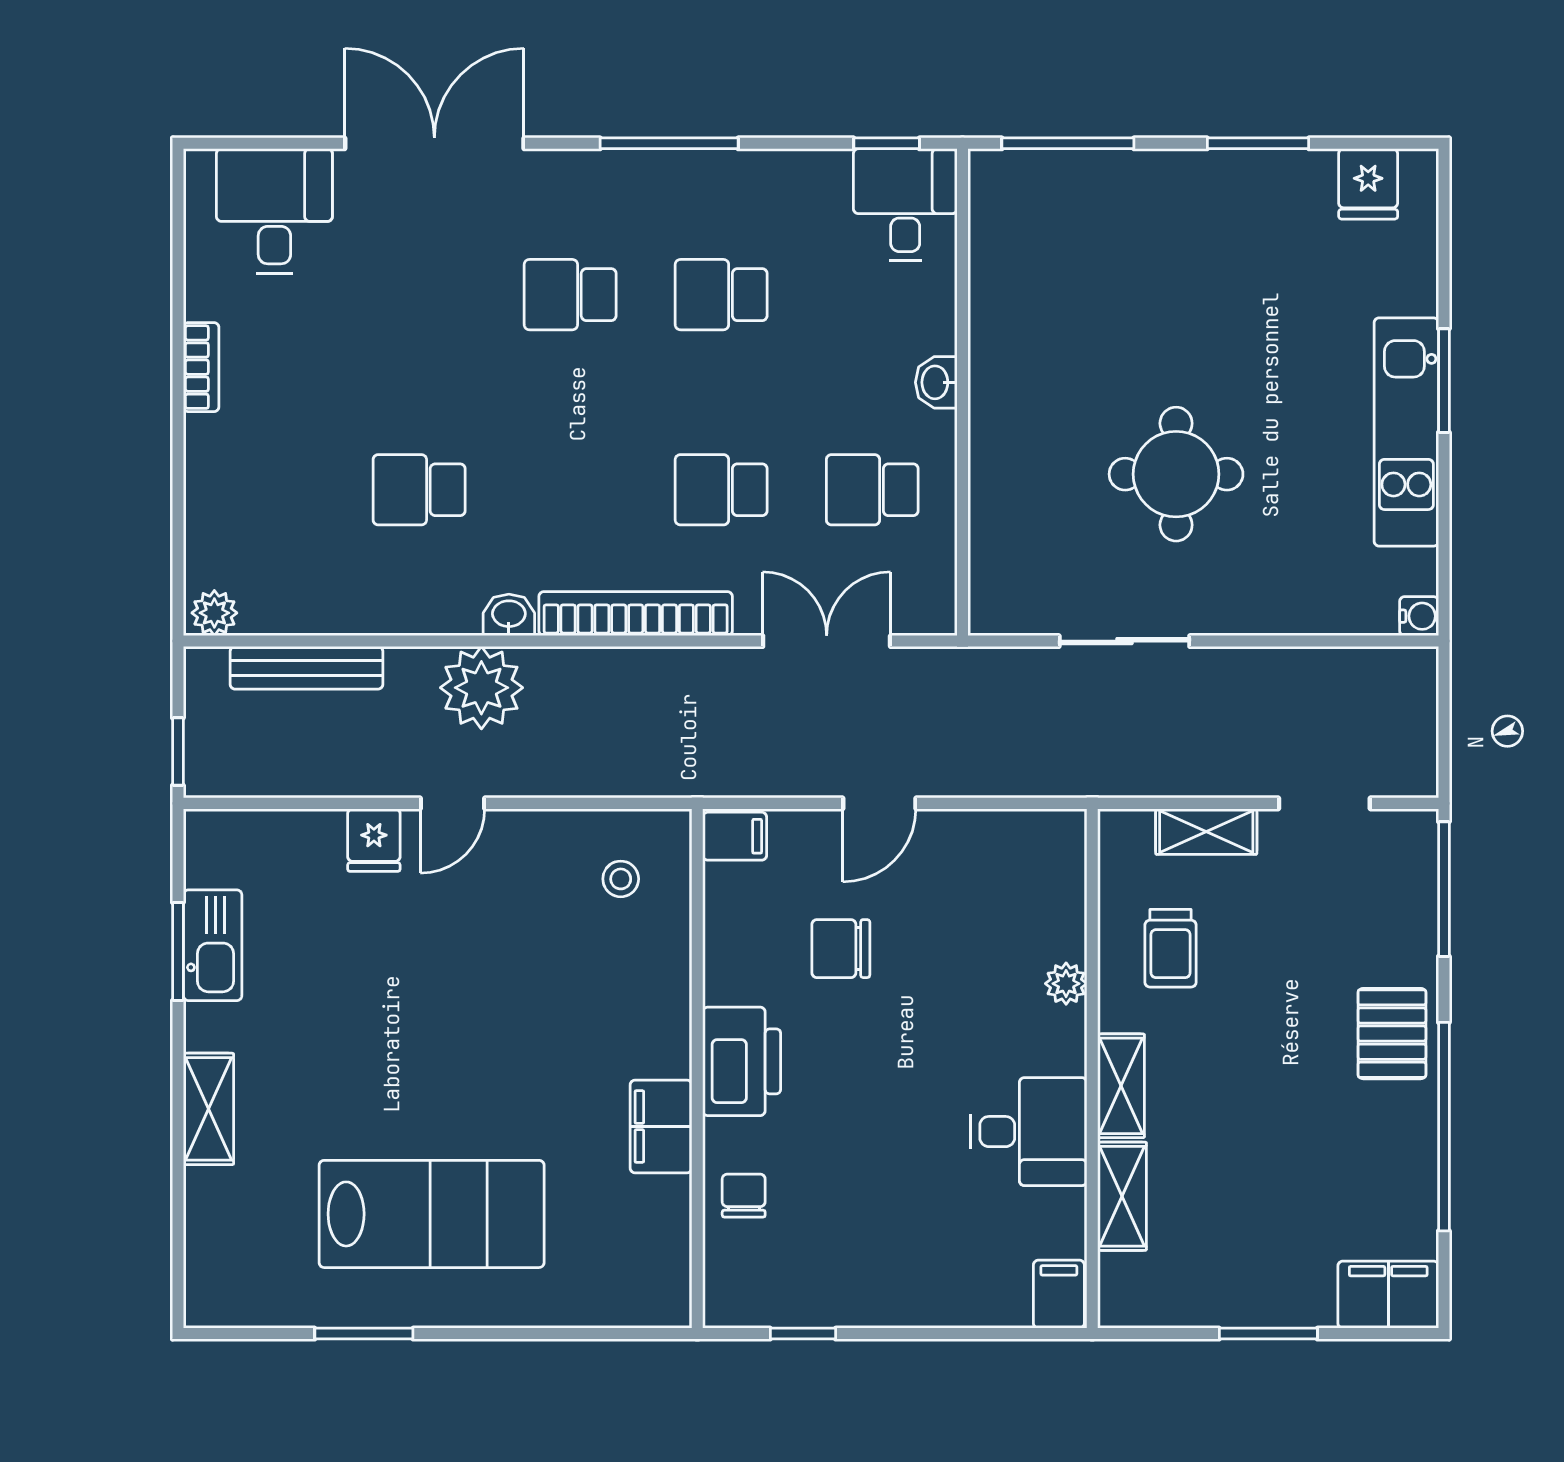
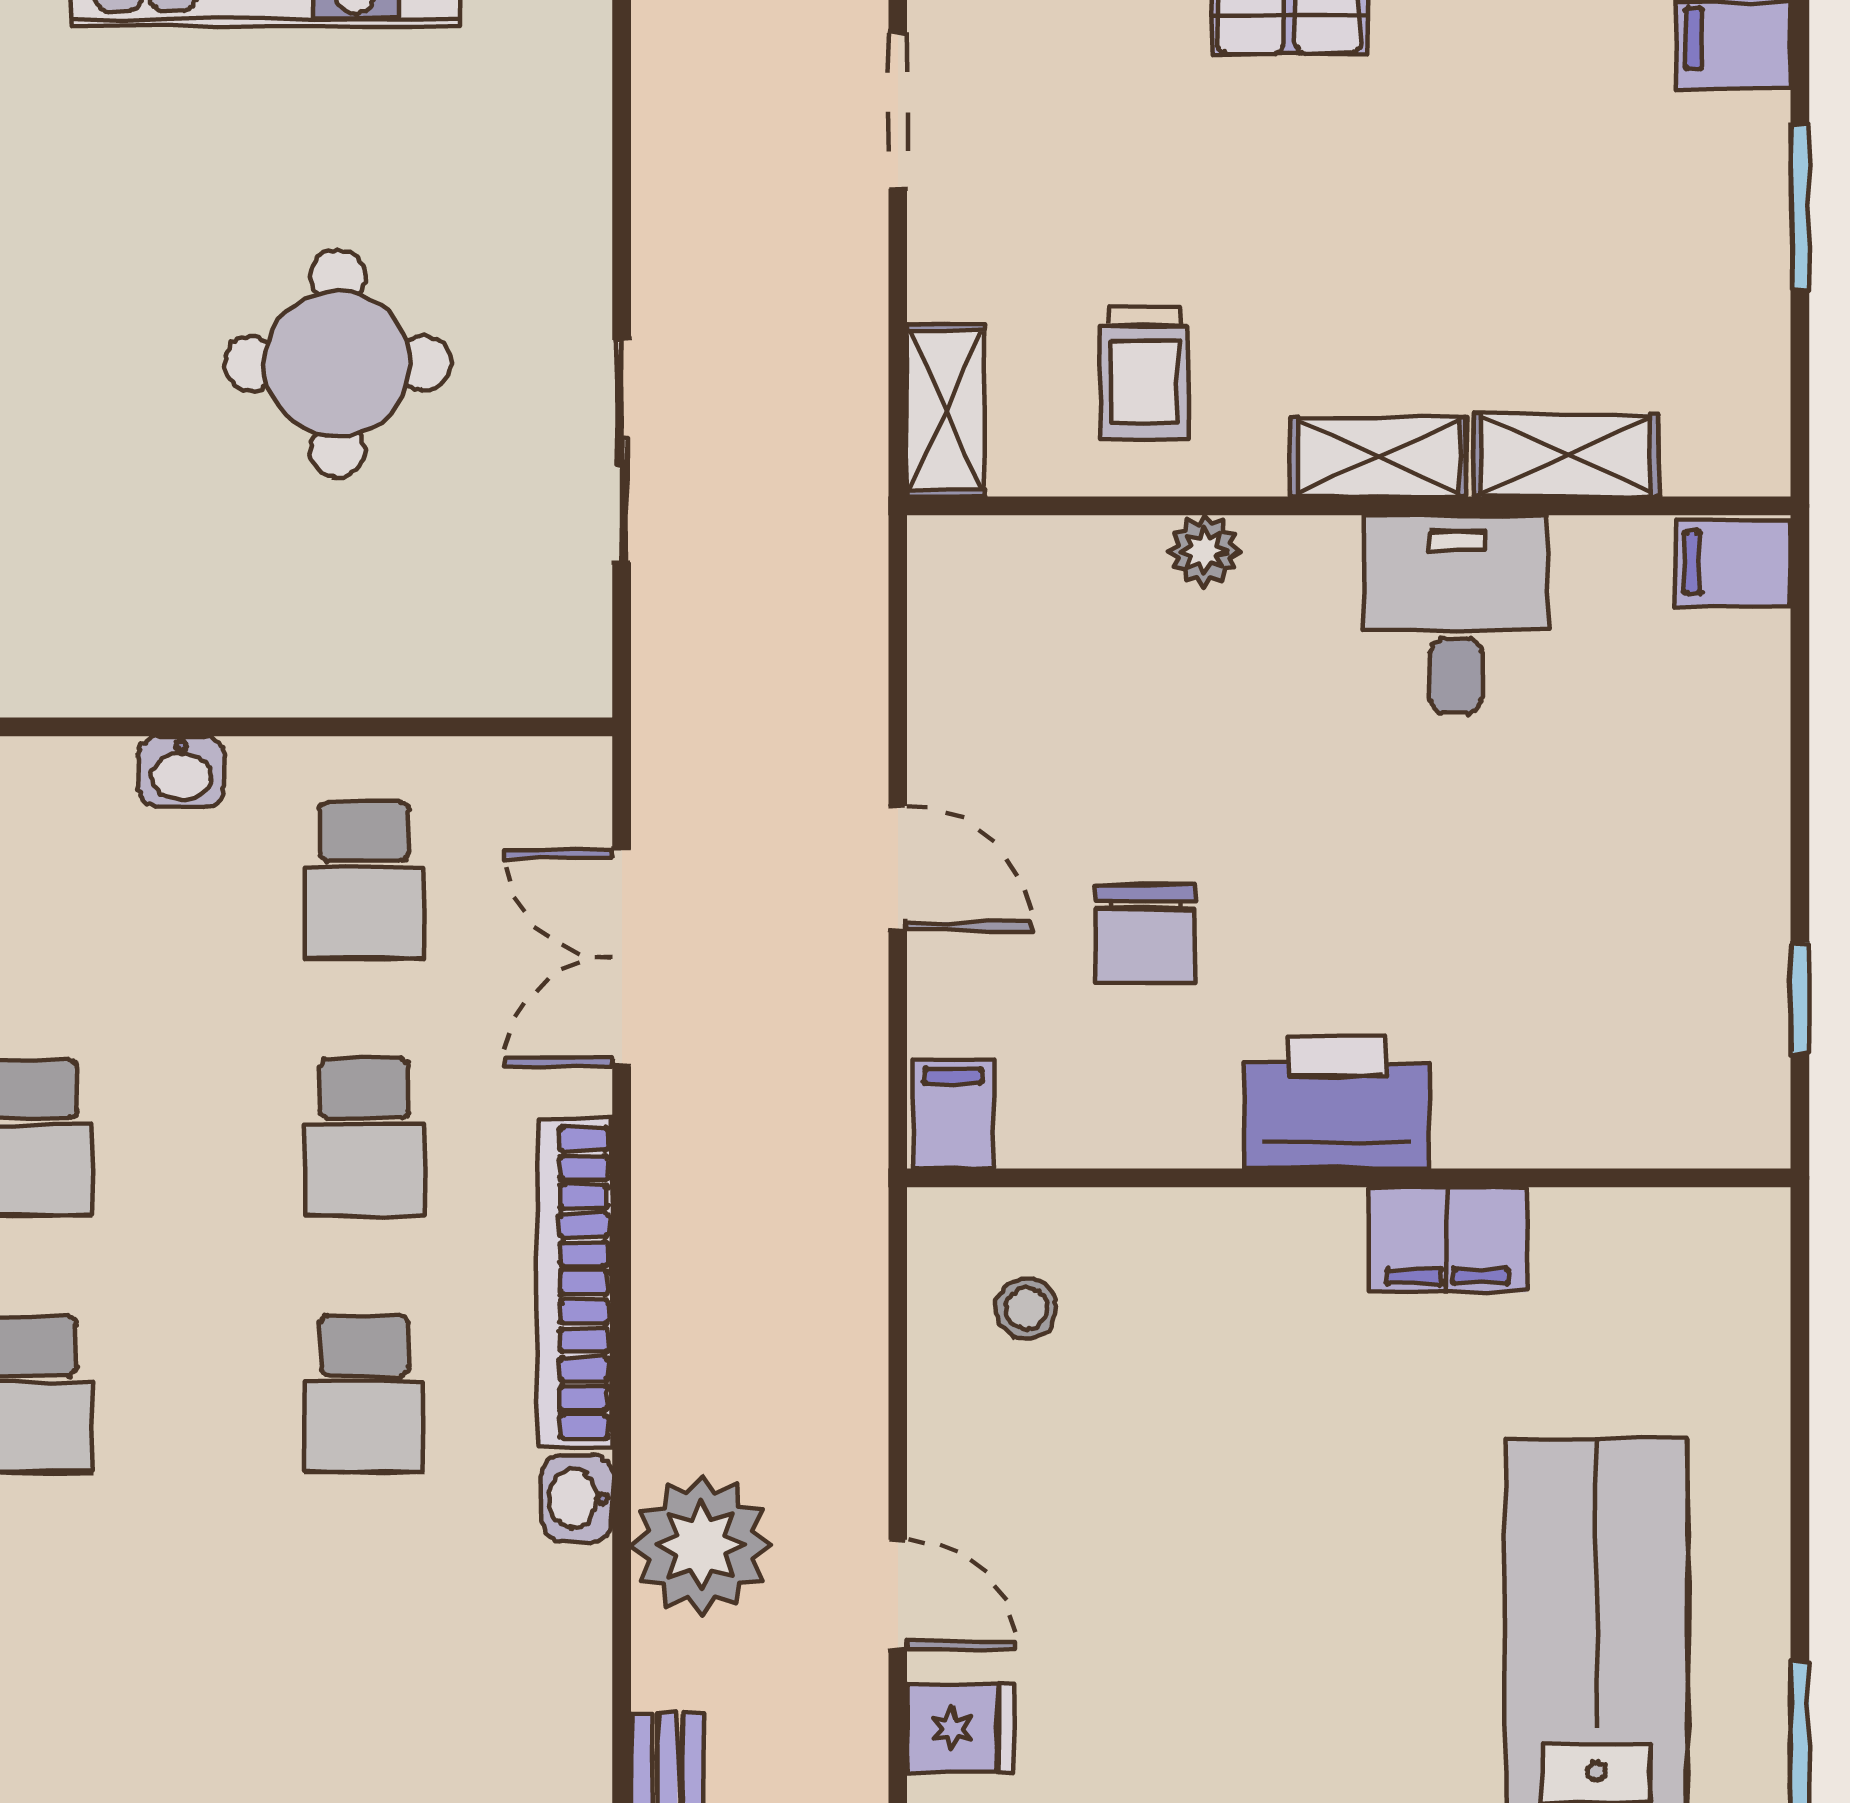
school desk: (419, 490) -> (364, 1394), moved
shelving: (1206, 832) -> (946, 410), moved
trolley: (1171, 948) -> (1144, 373), turned 90
chair: (744, 1196) -> (1565, 1099), removed

